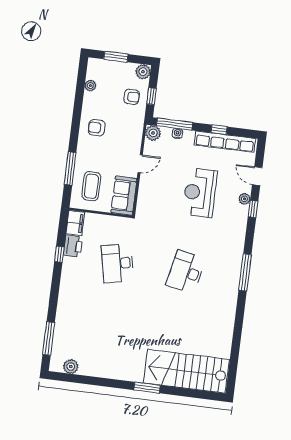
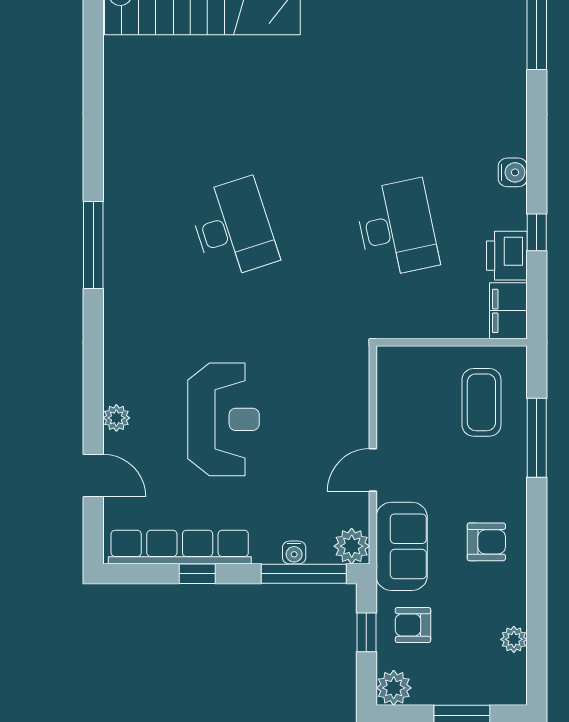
sofa: (124, 196) -> (402, 546), moved
window: (253, 209) -> (93, 397), removed
desk: (186, 272) -> (233, 228), turned -30
water cooler: (66, 280) -> (513, 172), added

